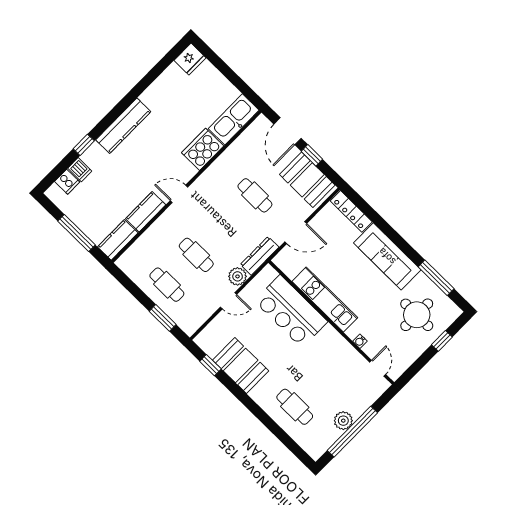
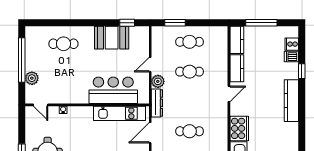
kitchen unit: (325, 300) -> (119, 113), moved
plant: (343, 421) -> (32, 78), moved

